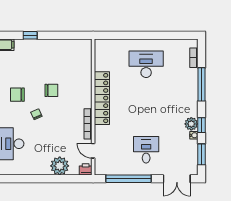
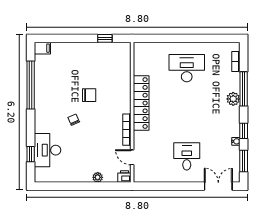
window: (30, 35) -> (105, 38), moved
chair: (17, 95) -> (54, 100), removed
plant: (191, 124) -> (233, 99), moved
plant: (60, 166) -> (98, 177), width x0.53, depth x0.53
window: (129, 179) -> (169, 186), removed
double door: (177, 179) -> (218, 186), swing flipped

